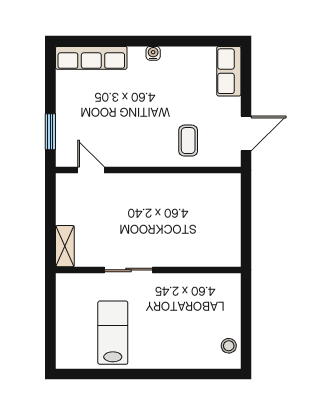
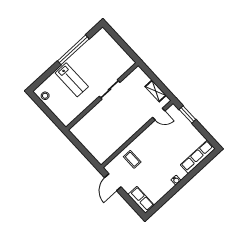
shelving: (65, 246) -> (156, 91), moved
lab bench: (113, 333) -> (72, 80), moved
window: (128, 374) -> (73, 50), added

